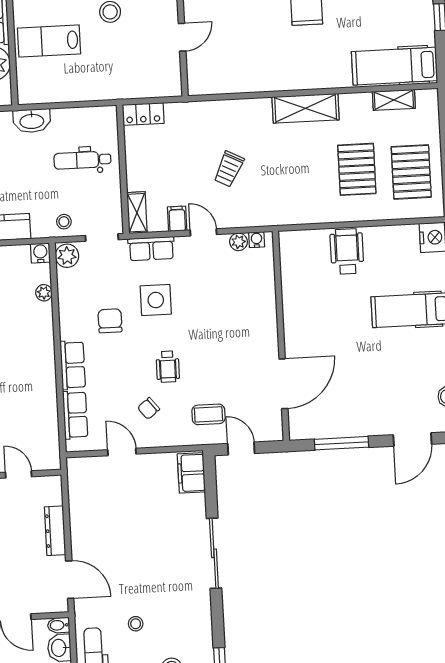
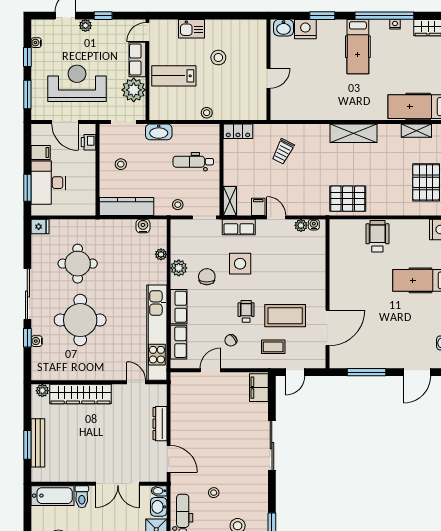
stool: (98, 90) -> (207, 113), added
trolley: (229, 169) -> (283, 151), moved
pallet: (357, 169) -> (348, 199), moved, turned 90
water cooler: (40, 253) -> (143, 226), moved
plant: (67, 256) -> (179, 268), moved
wheelchair: (168, 367) -> (246, 311), turned 180
coffee table: (223, 370) -> (285, 316), added
kitchen unit: (44, 403) -> (157, 333), added
door: (241, 448) -> (295, 372), swing flipped
door: (122, 452) -> (210, 370), hinge flipped

